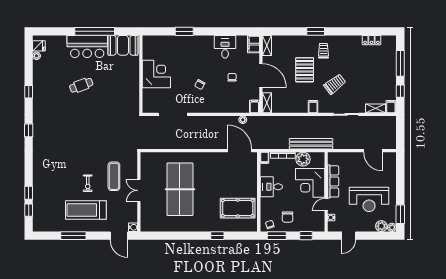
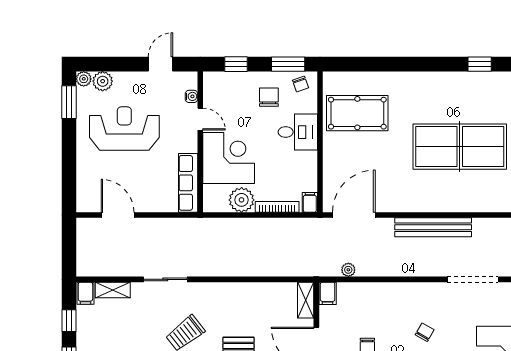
filing cabinet: (313, 107) -> (224, 293), removed
bench: (311, 144) -> (433, 227), moved
door: (240, 151) -> (354, 215), swing flipped
row of seats: (333, 181) -> (188, 183), moved
desk: (271, 187) -> (298, 132), moved
table tennis table: (180, 189) -> (460, 147), turned 90
door: (326, 205) -> (200, 119), hinge flipped
window: (217, 236) -> (480, 64), moved

